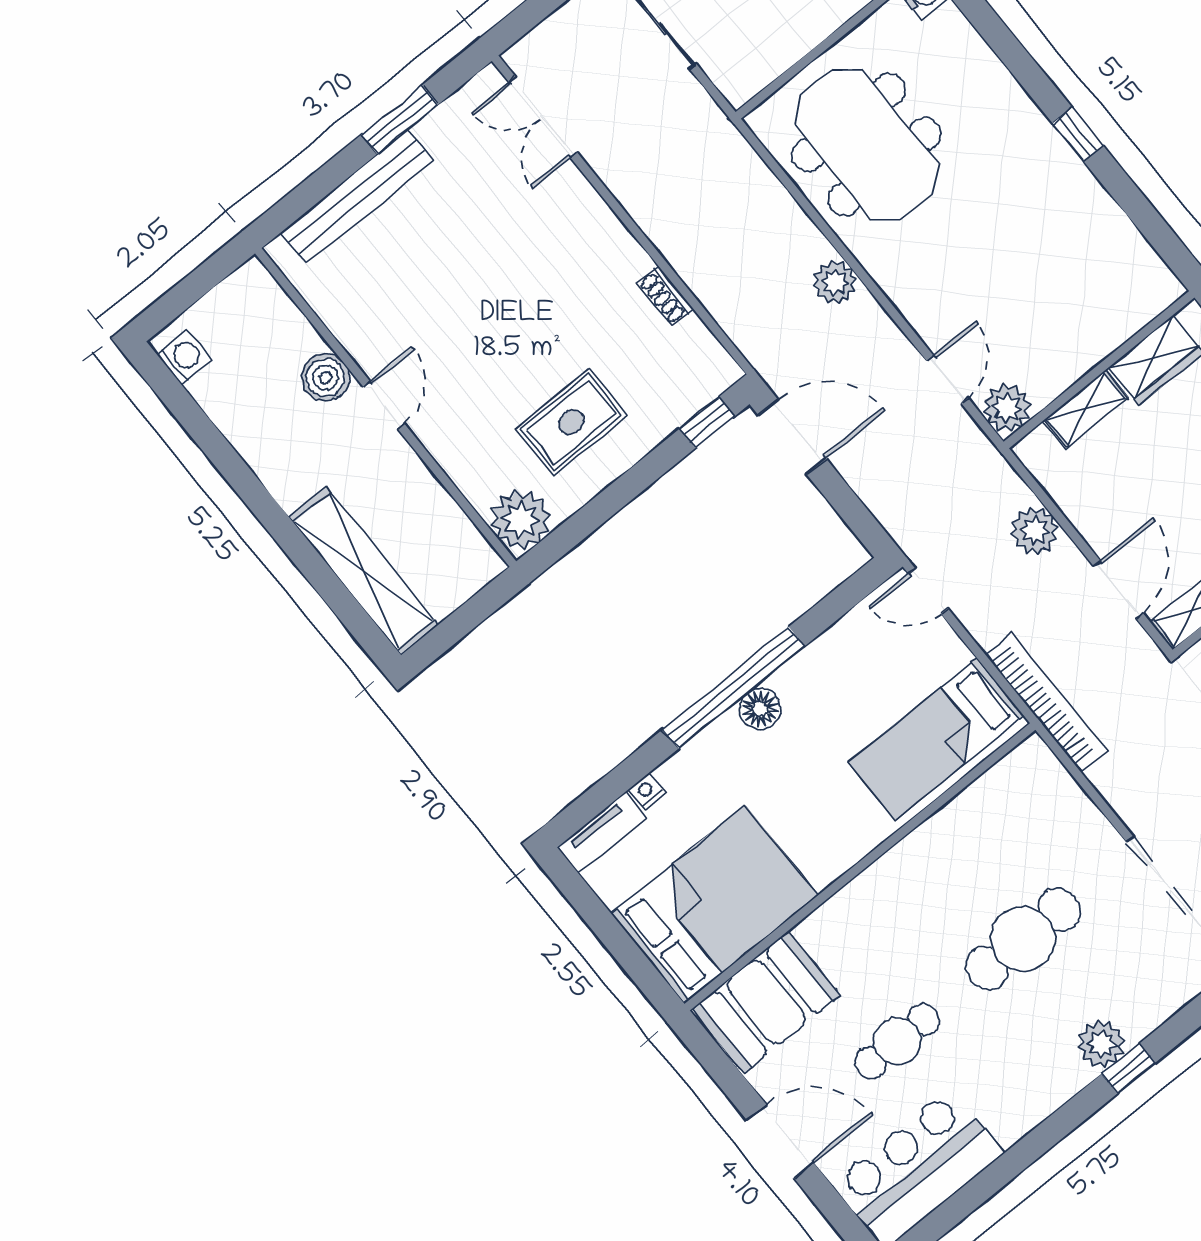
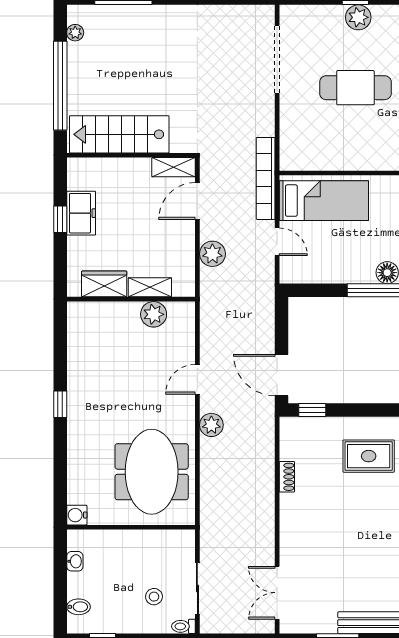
double door: (543, 117) -> (277, 593), swing flipped
door: (947, 379) -> (197, 379), moved
plant: (1007, 408) -> (154, 314), moved
door: (928, 591) -> (277, 242), moved

